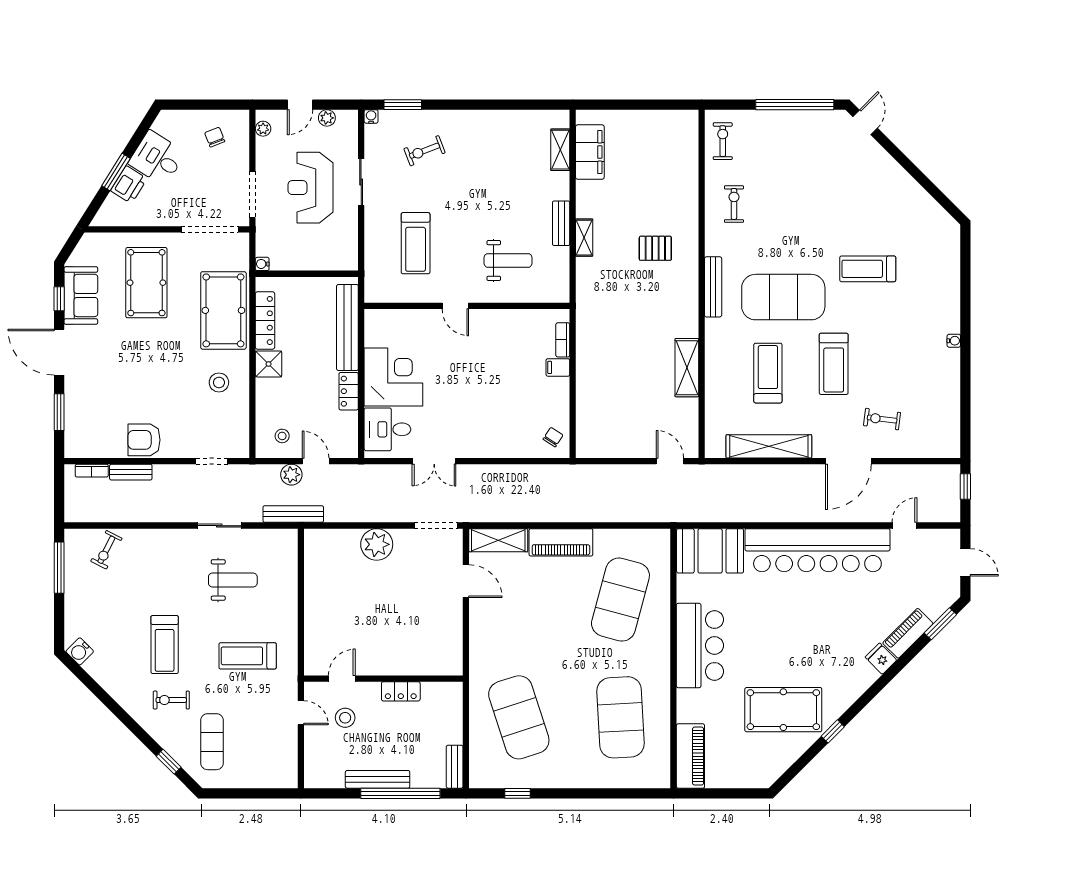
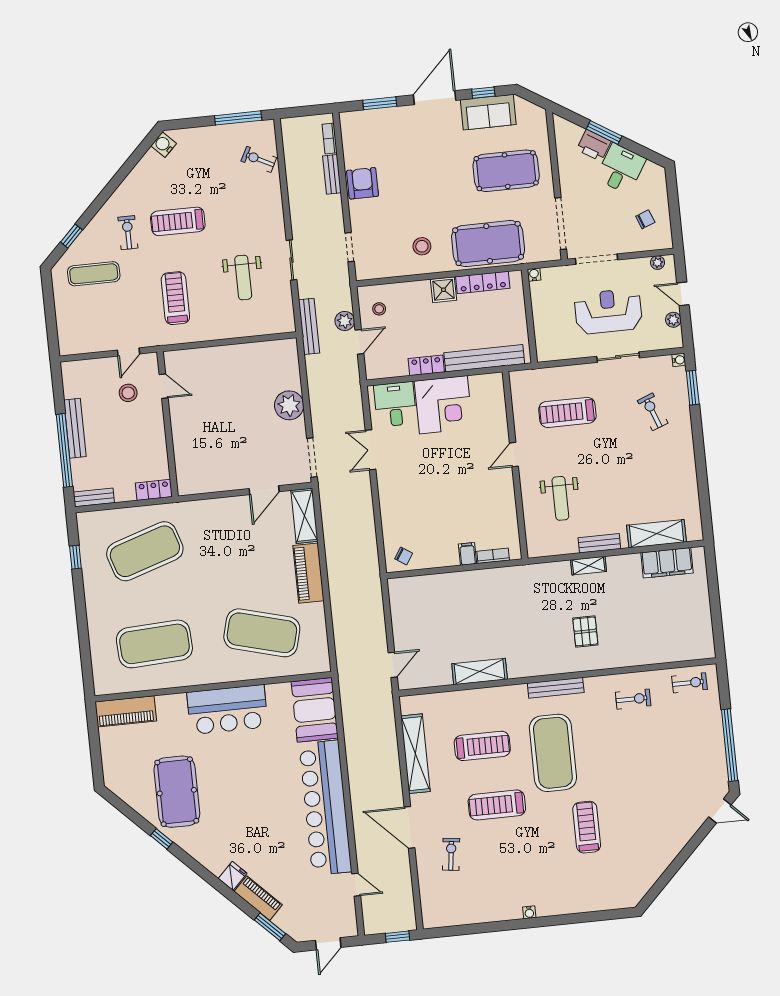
shelving: (560, 150) -> (656, 534), width x1.50, depth x1.33
locker: (401, 691) -> (154, 490), moved, turned 90

